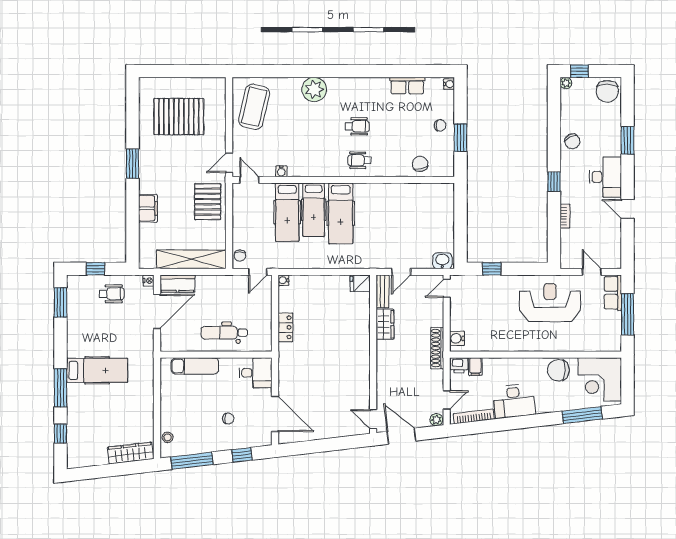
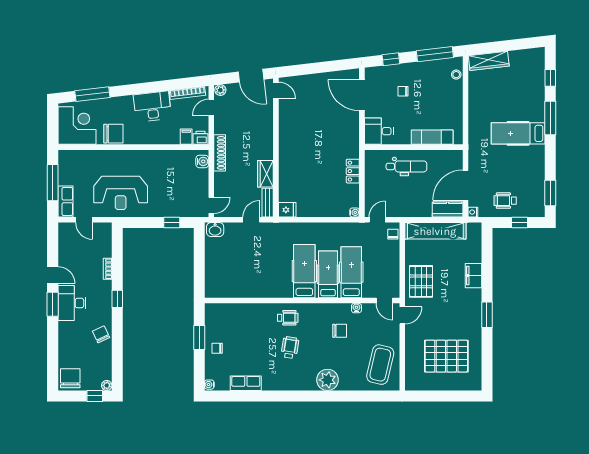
wheelchair: (357, 126) -> (290, 347), turned 99
window: (628, 140) -> (53, 304), moved
chair: (420, 164) -> (340, 331), moved, turned -79

